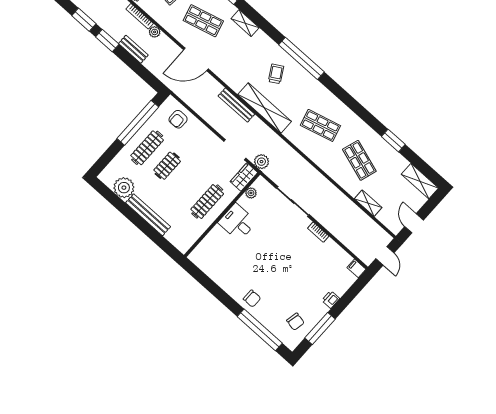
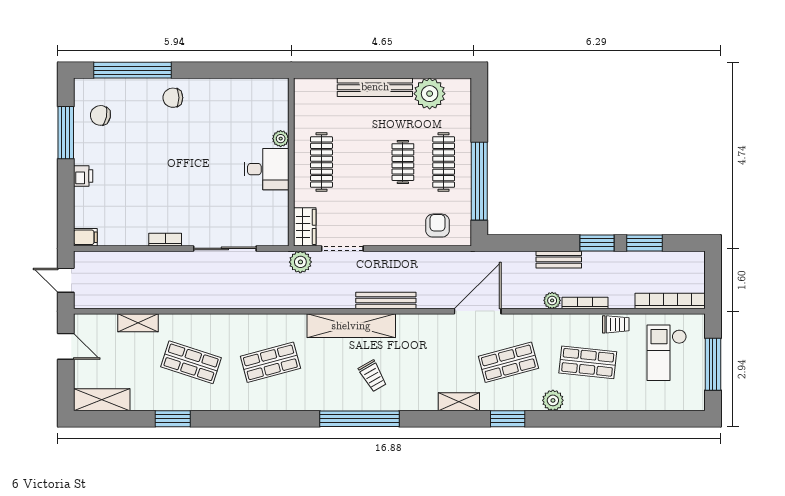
plant: (251, 193) -> (281, 139), moved

